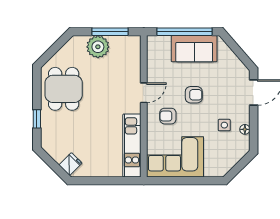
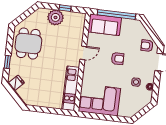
window: (110, 32) -> (65, 8), width x0.46
sofa: (194, 49) -> (105, 25), moved
armchair: (168, 116) -> (147, 46), moved
fridge: (70, 164) -> (16, 83), moved

